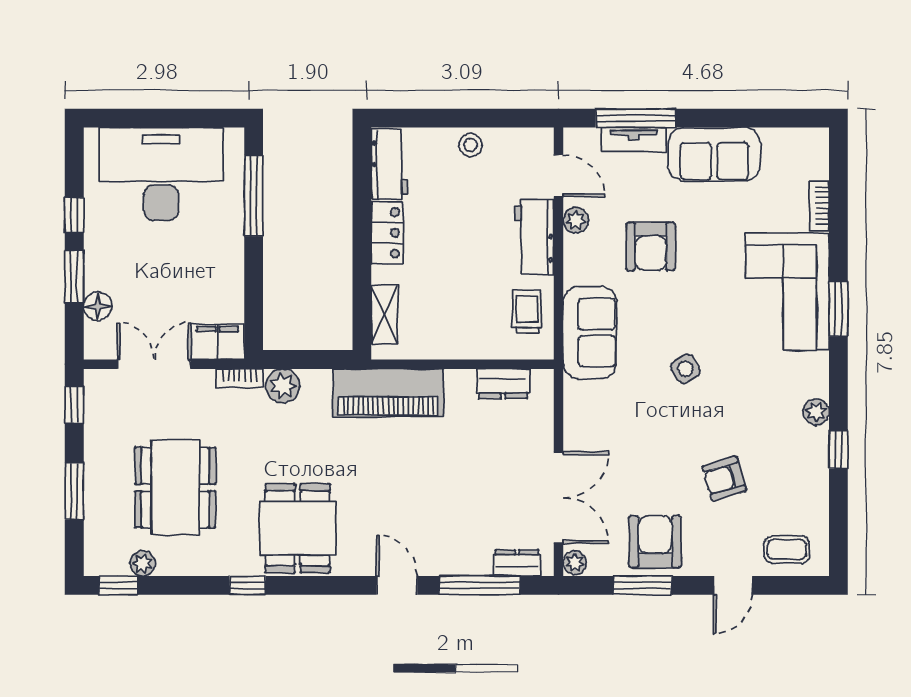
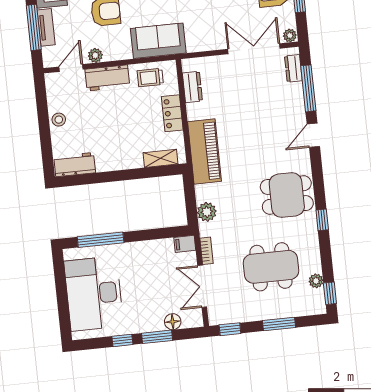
locker: (387, 233) -> (172, 113), moved, turned -90
filing cabinet: (218, 342) -> (185, 244), width x0.50
bookcase: (240, 378) -> (206, 251), moved

